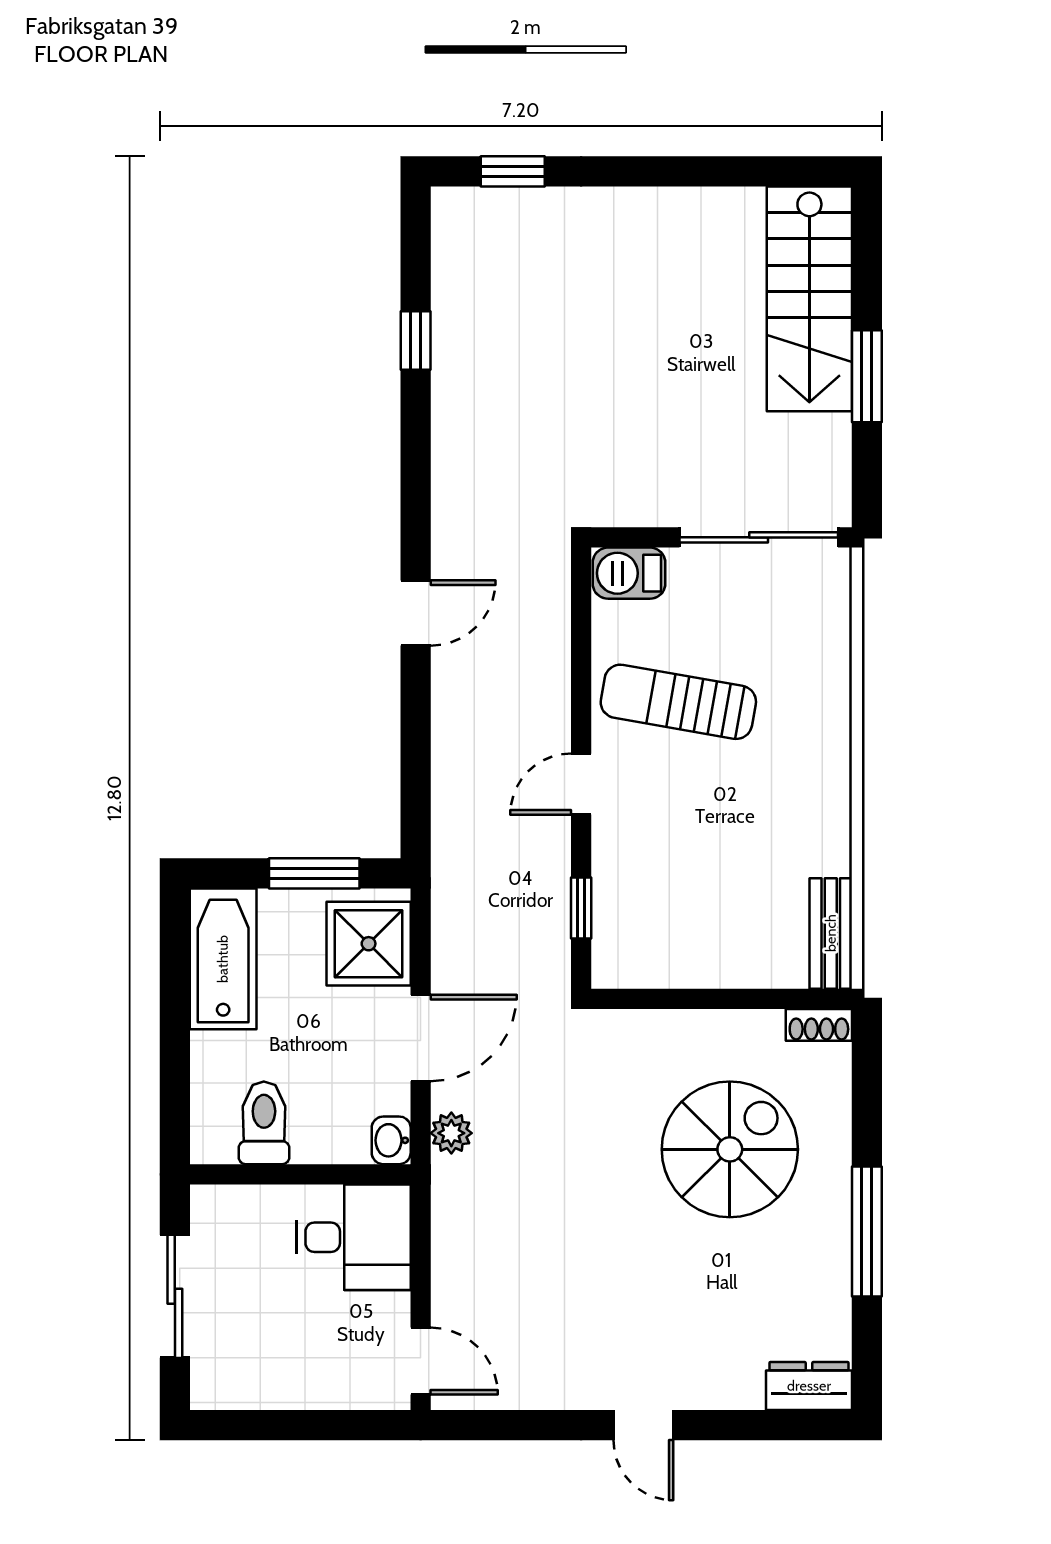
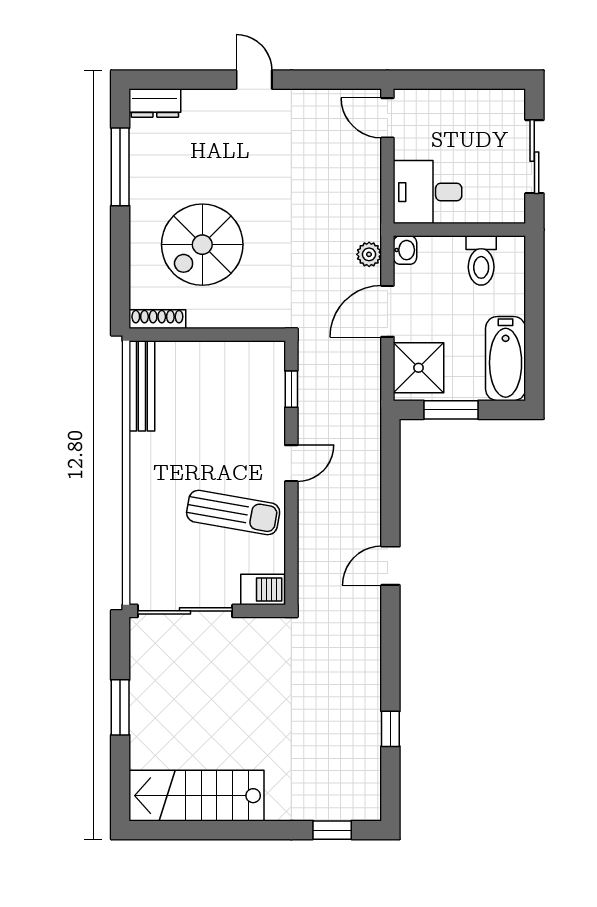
stairs: (809, 299) -> (197, 796), moved, turned -90
bench: (831, 933) -> (142, 386), width x1.36
shoe rack: (819, 1025) -> (157, 319), width x1.43
window: (867, 1231) -> (120, 167), moved

